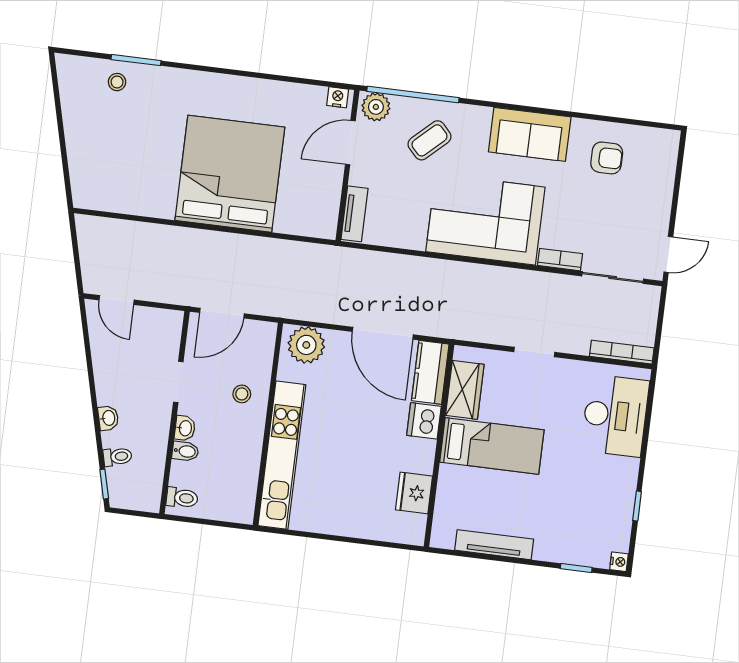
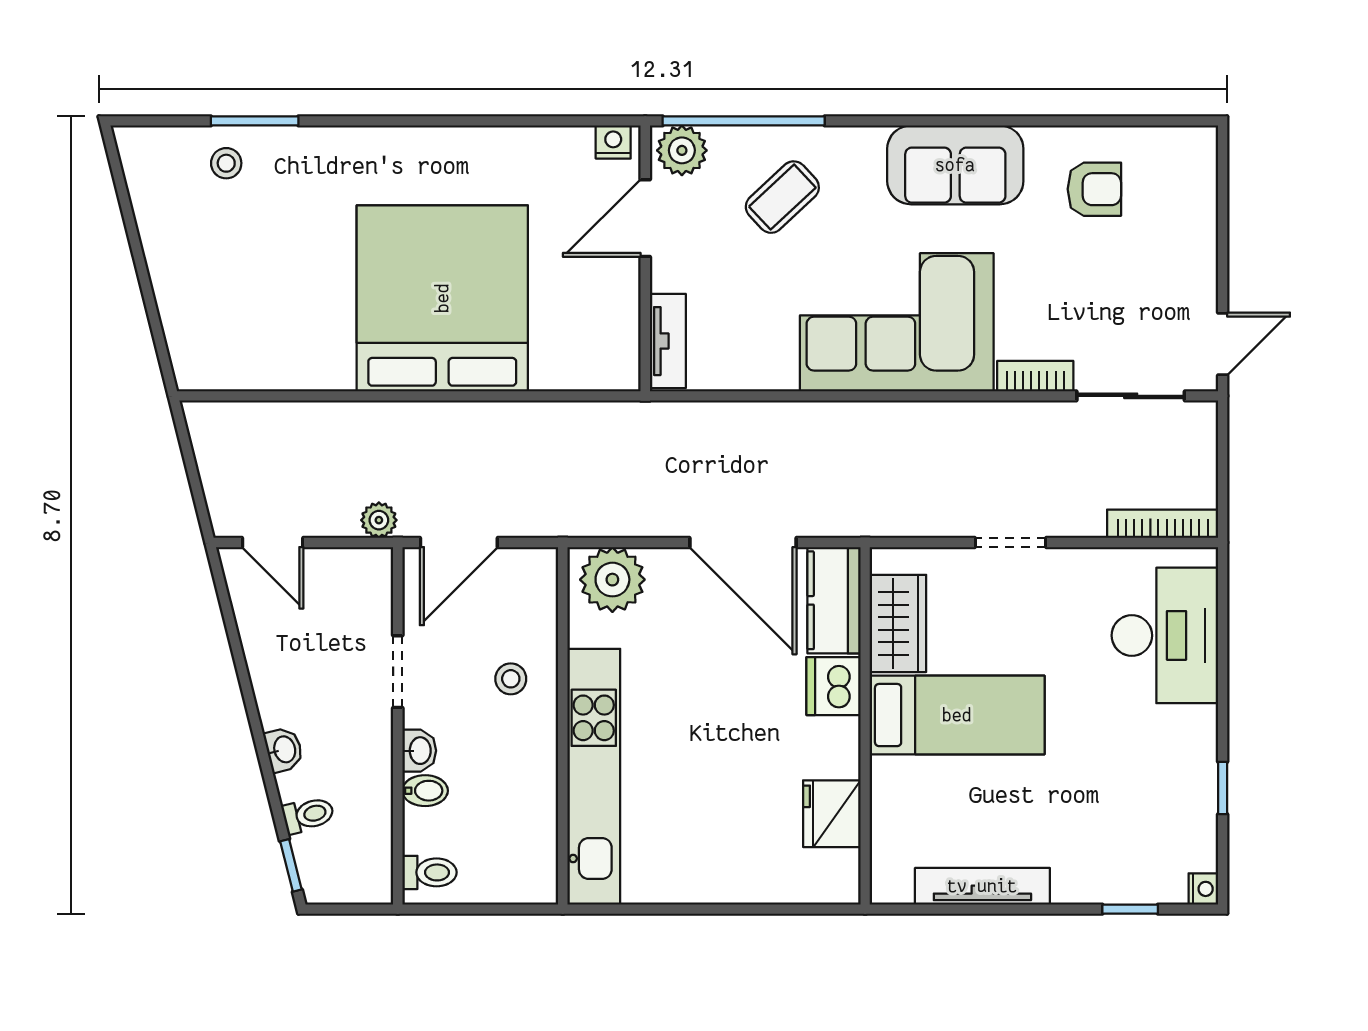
plant: (178, 295) -> (379, 520), added

